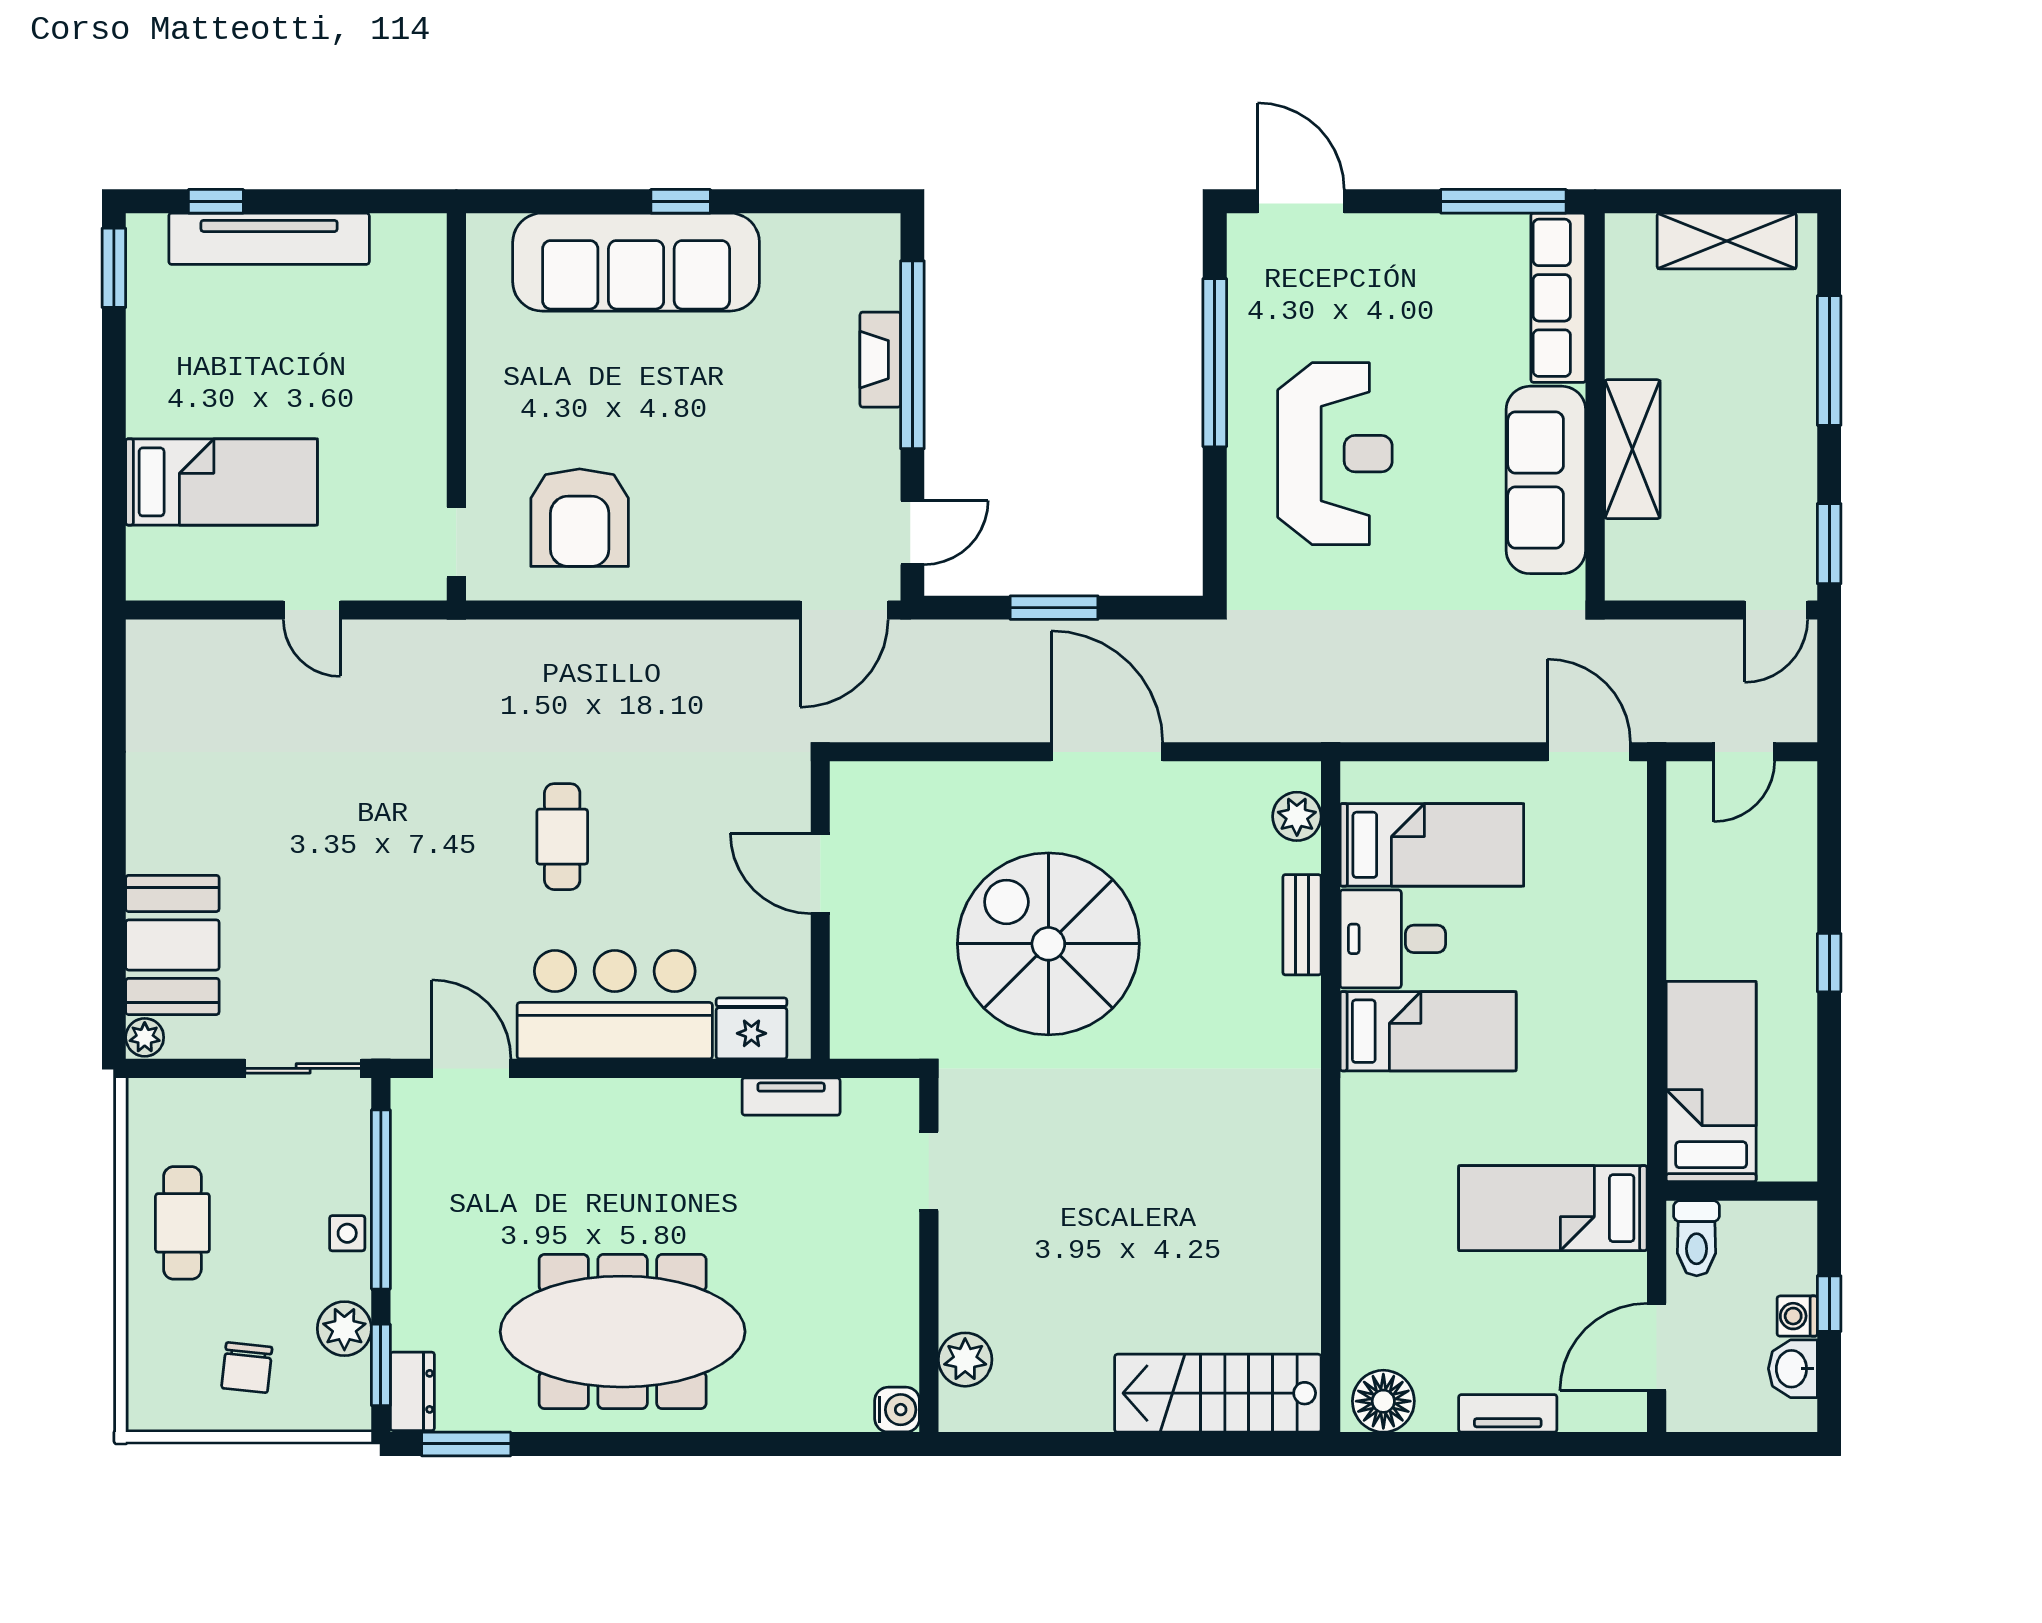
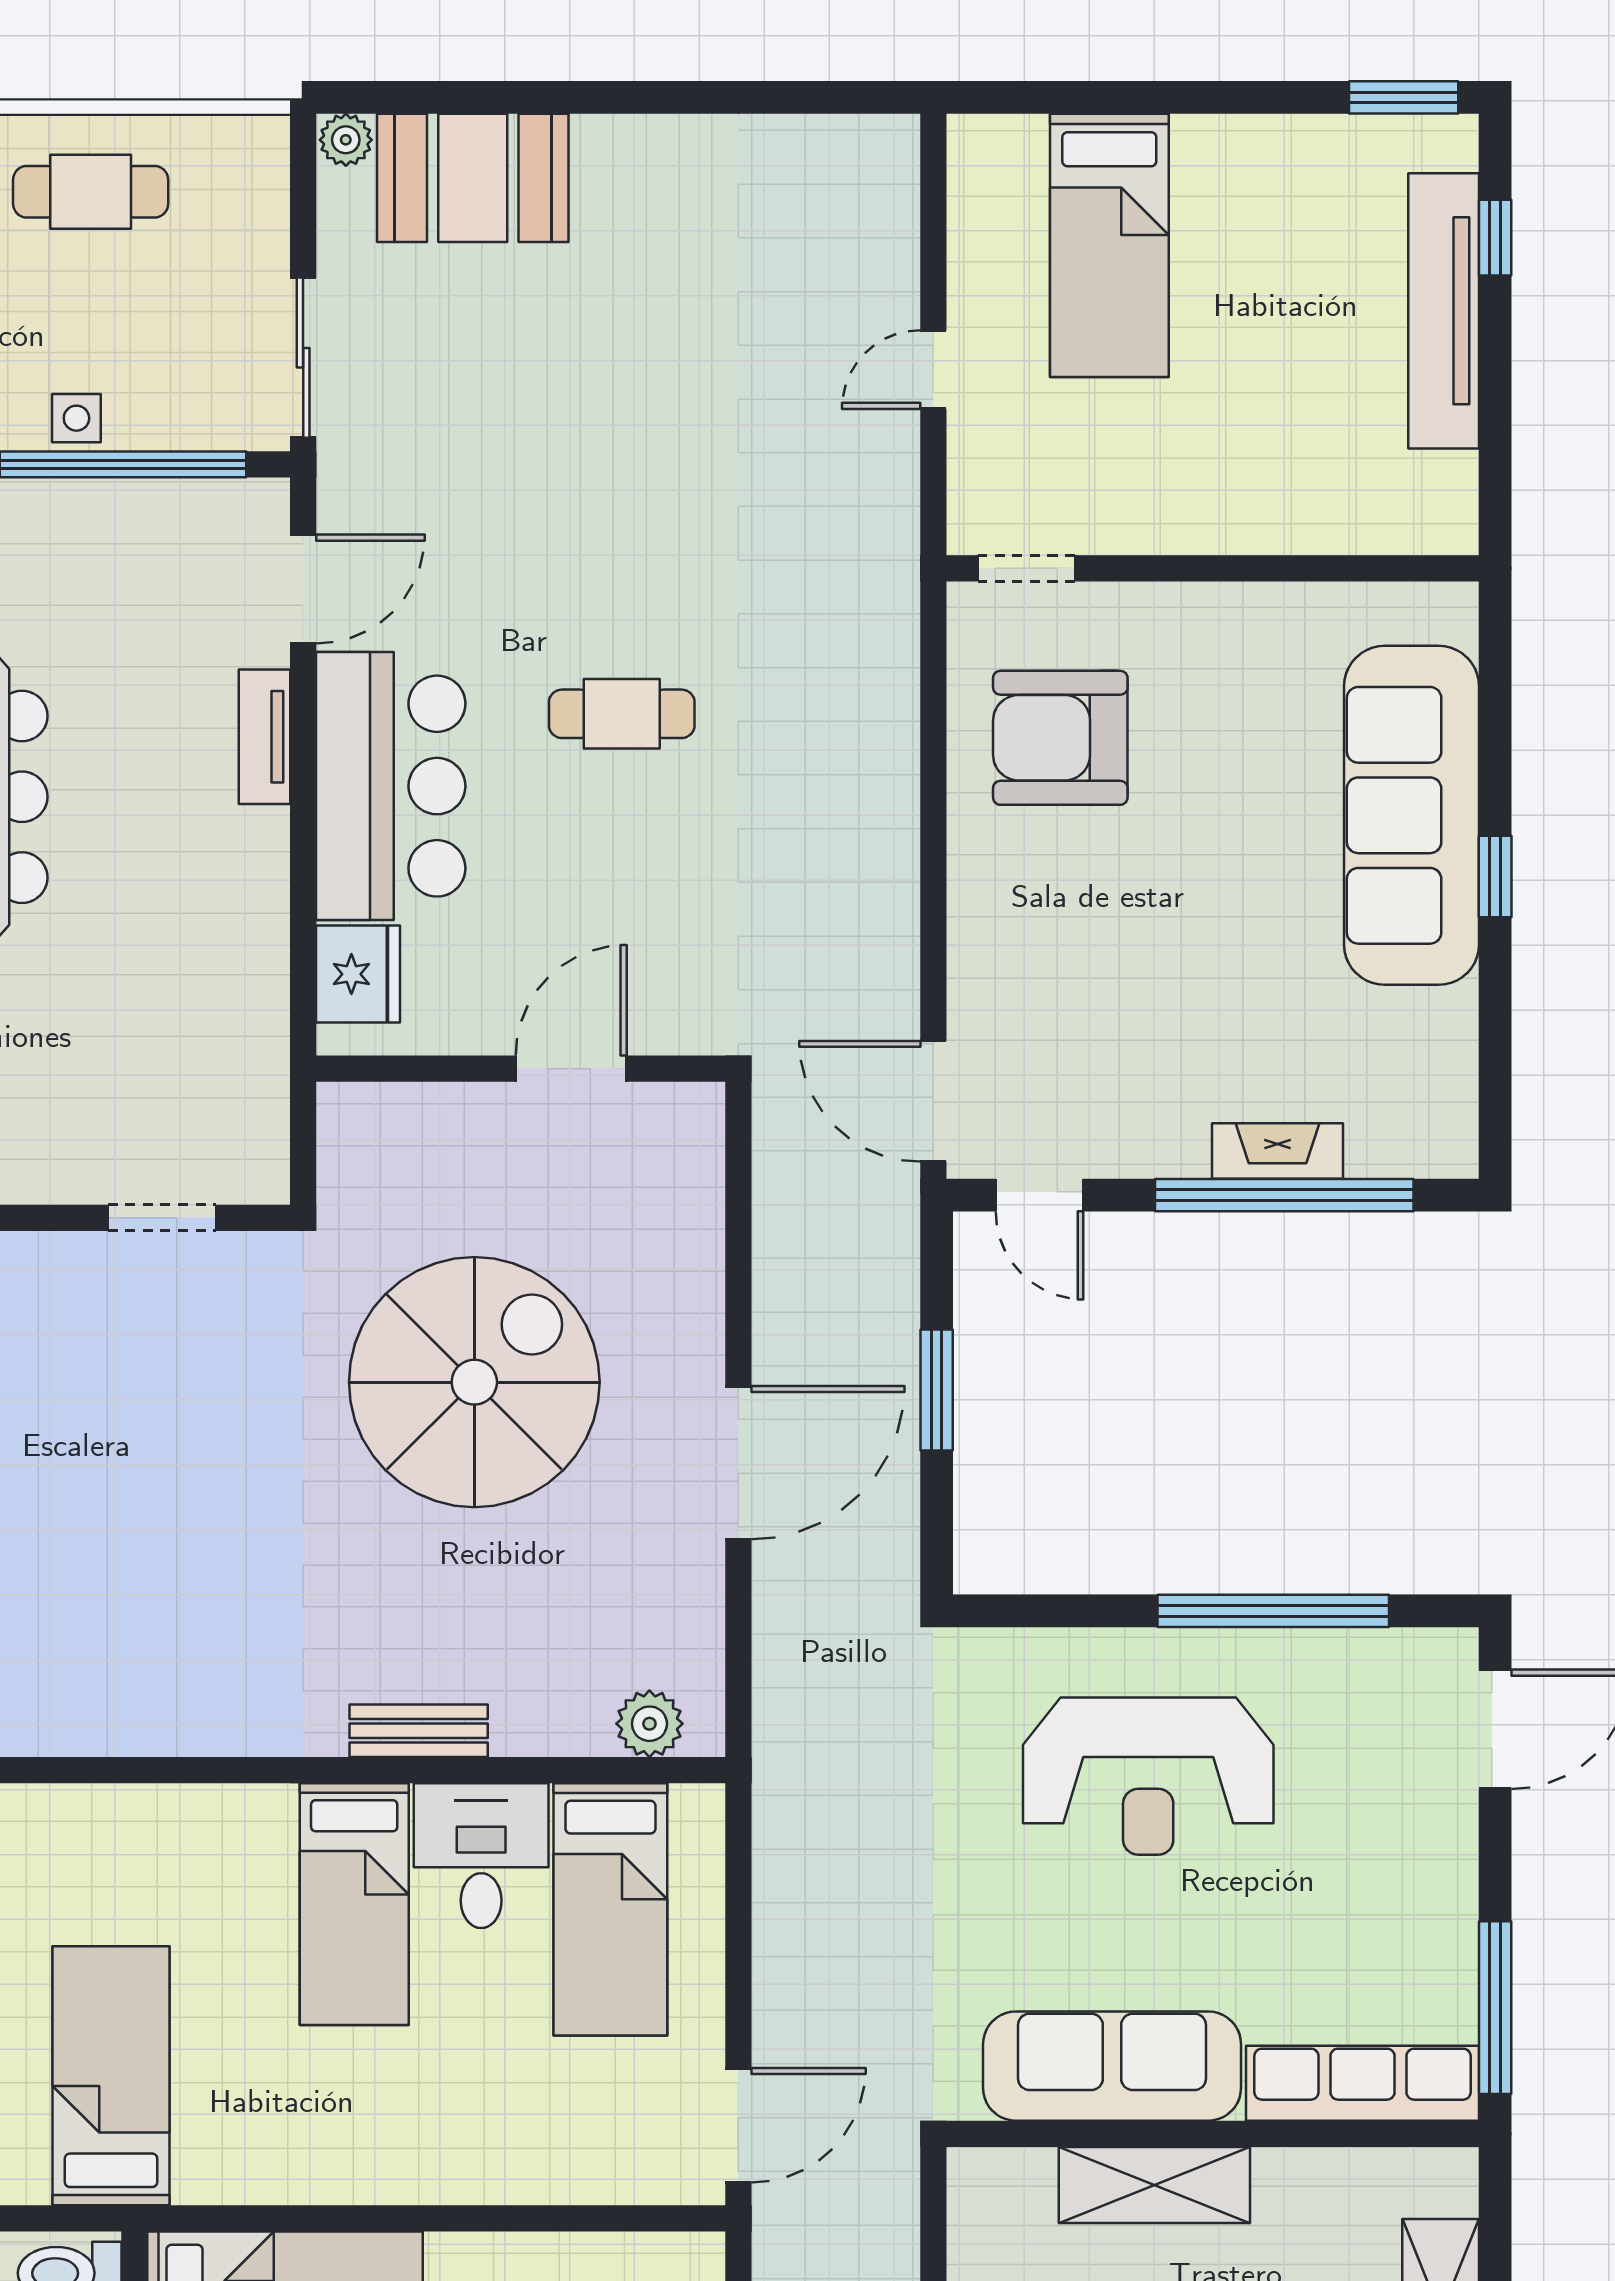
bench: (1302, 925) -> (419, 1731), moved
tv unit: (791, 1096) -> (265, 737), moved

